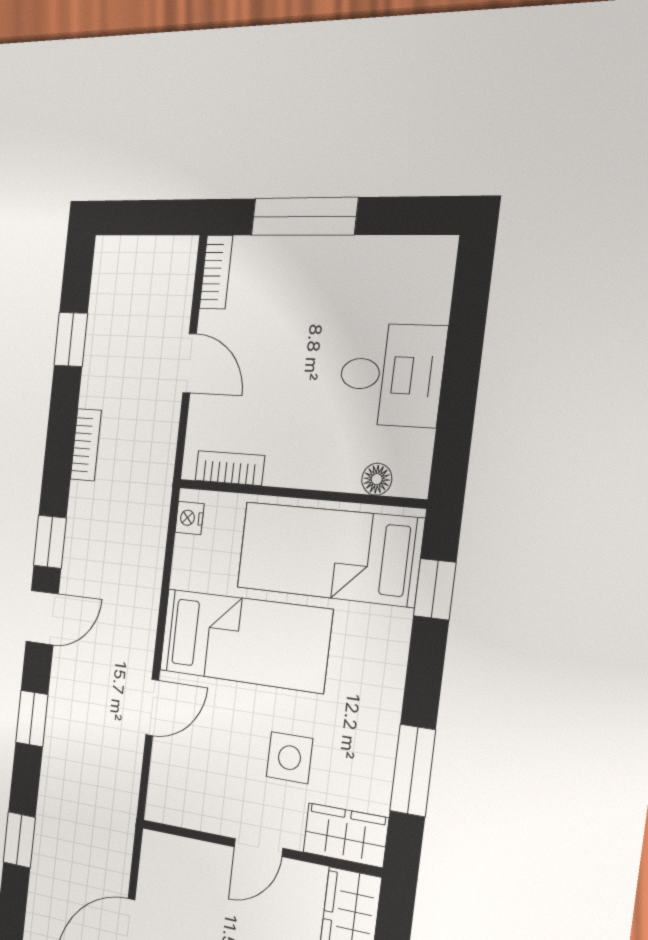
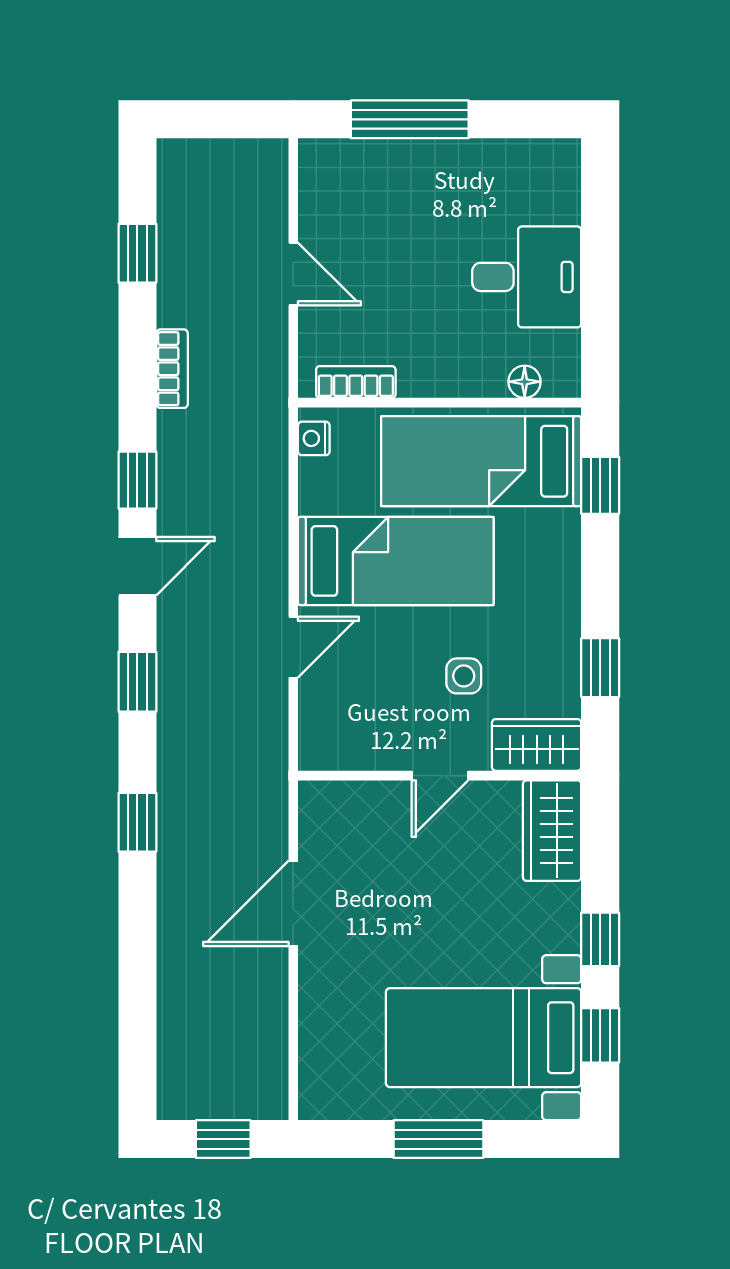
bookcase: (216, 272) -> (313, 177), removed
side table: (289, 758) -> (464, 676), width x0.73, depth x0.73
window: (413, 770) -> (600, 668), width x0.67

